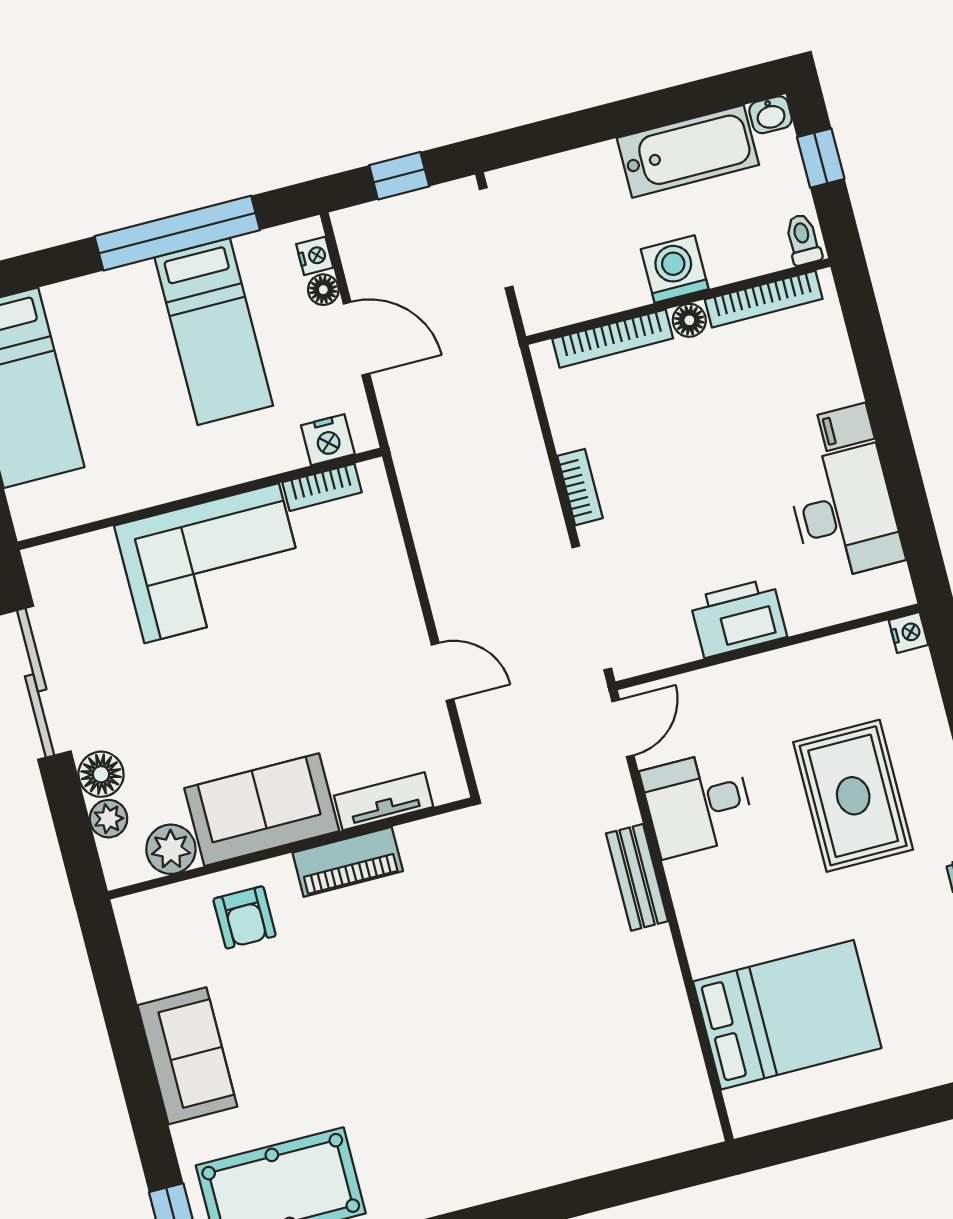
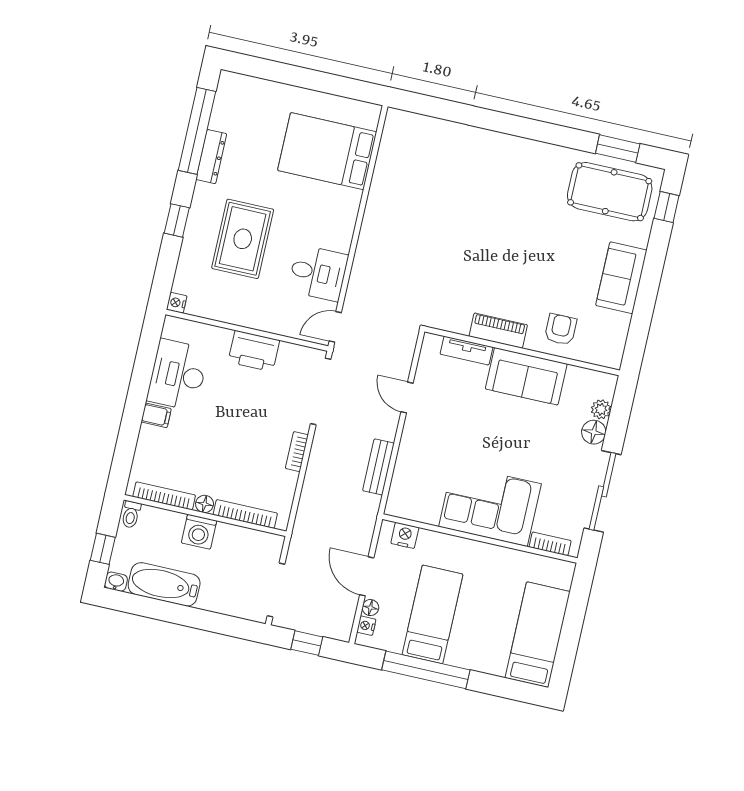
bookcase: (322, 487) -> (550, 544), moved
plant: (171, 849) -> (579, 380), removed
bench: (637, 877) -> (378, 467), moved

